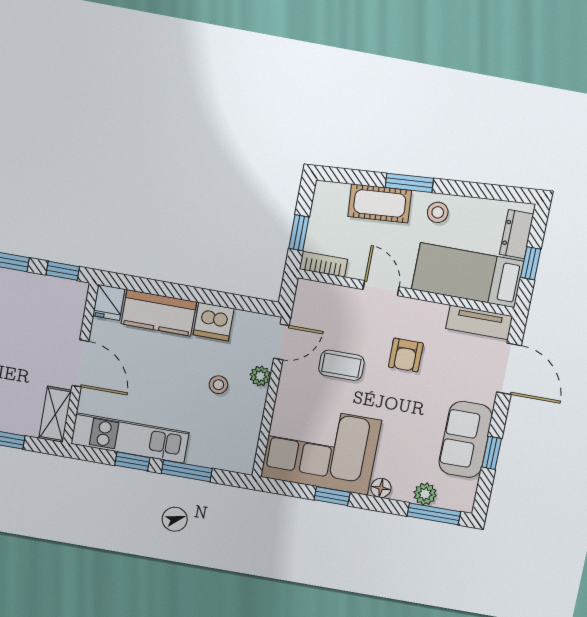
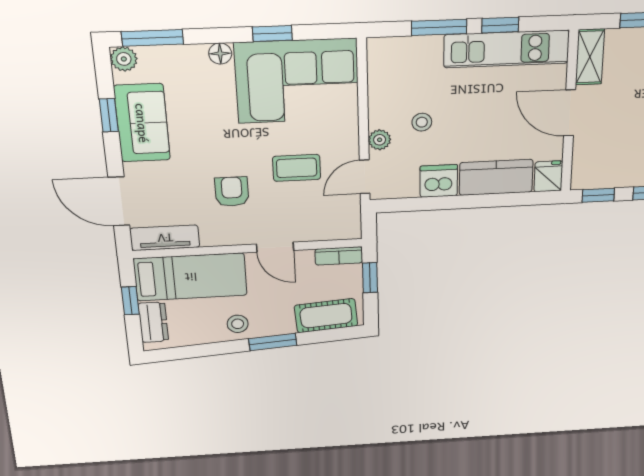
cot: (380, 203) -> (326, 316), moved
plant: (425, 494) -> (124, 59), moved

